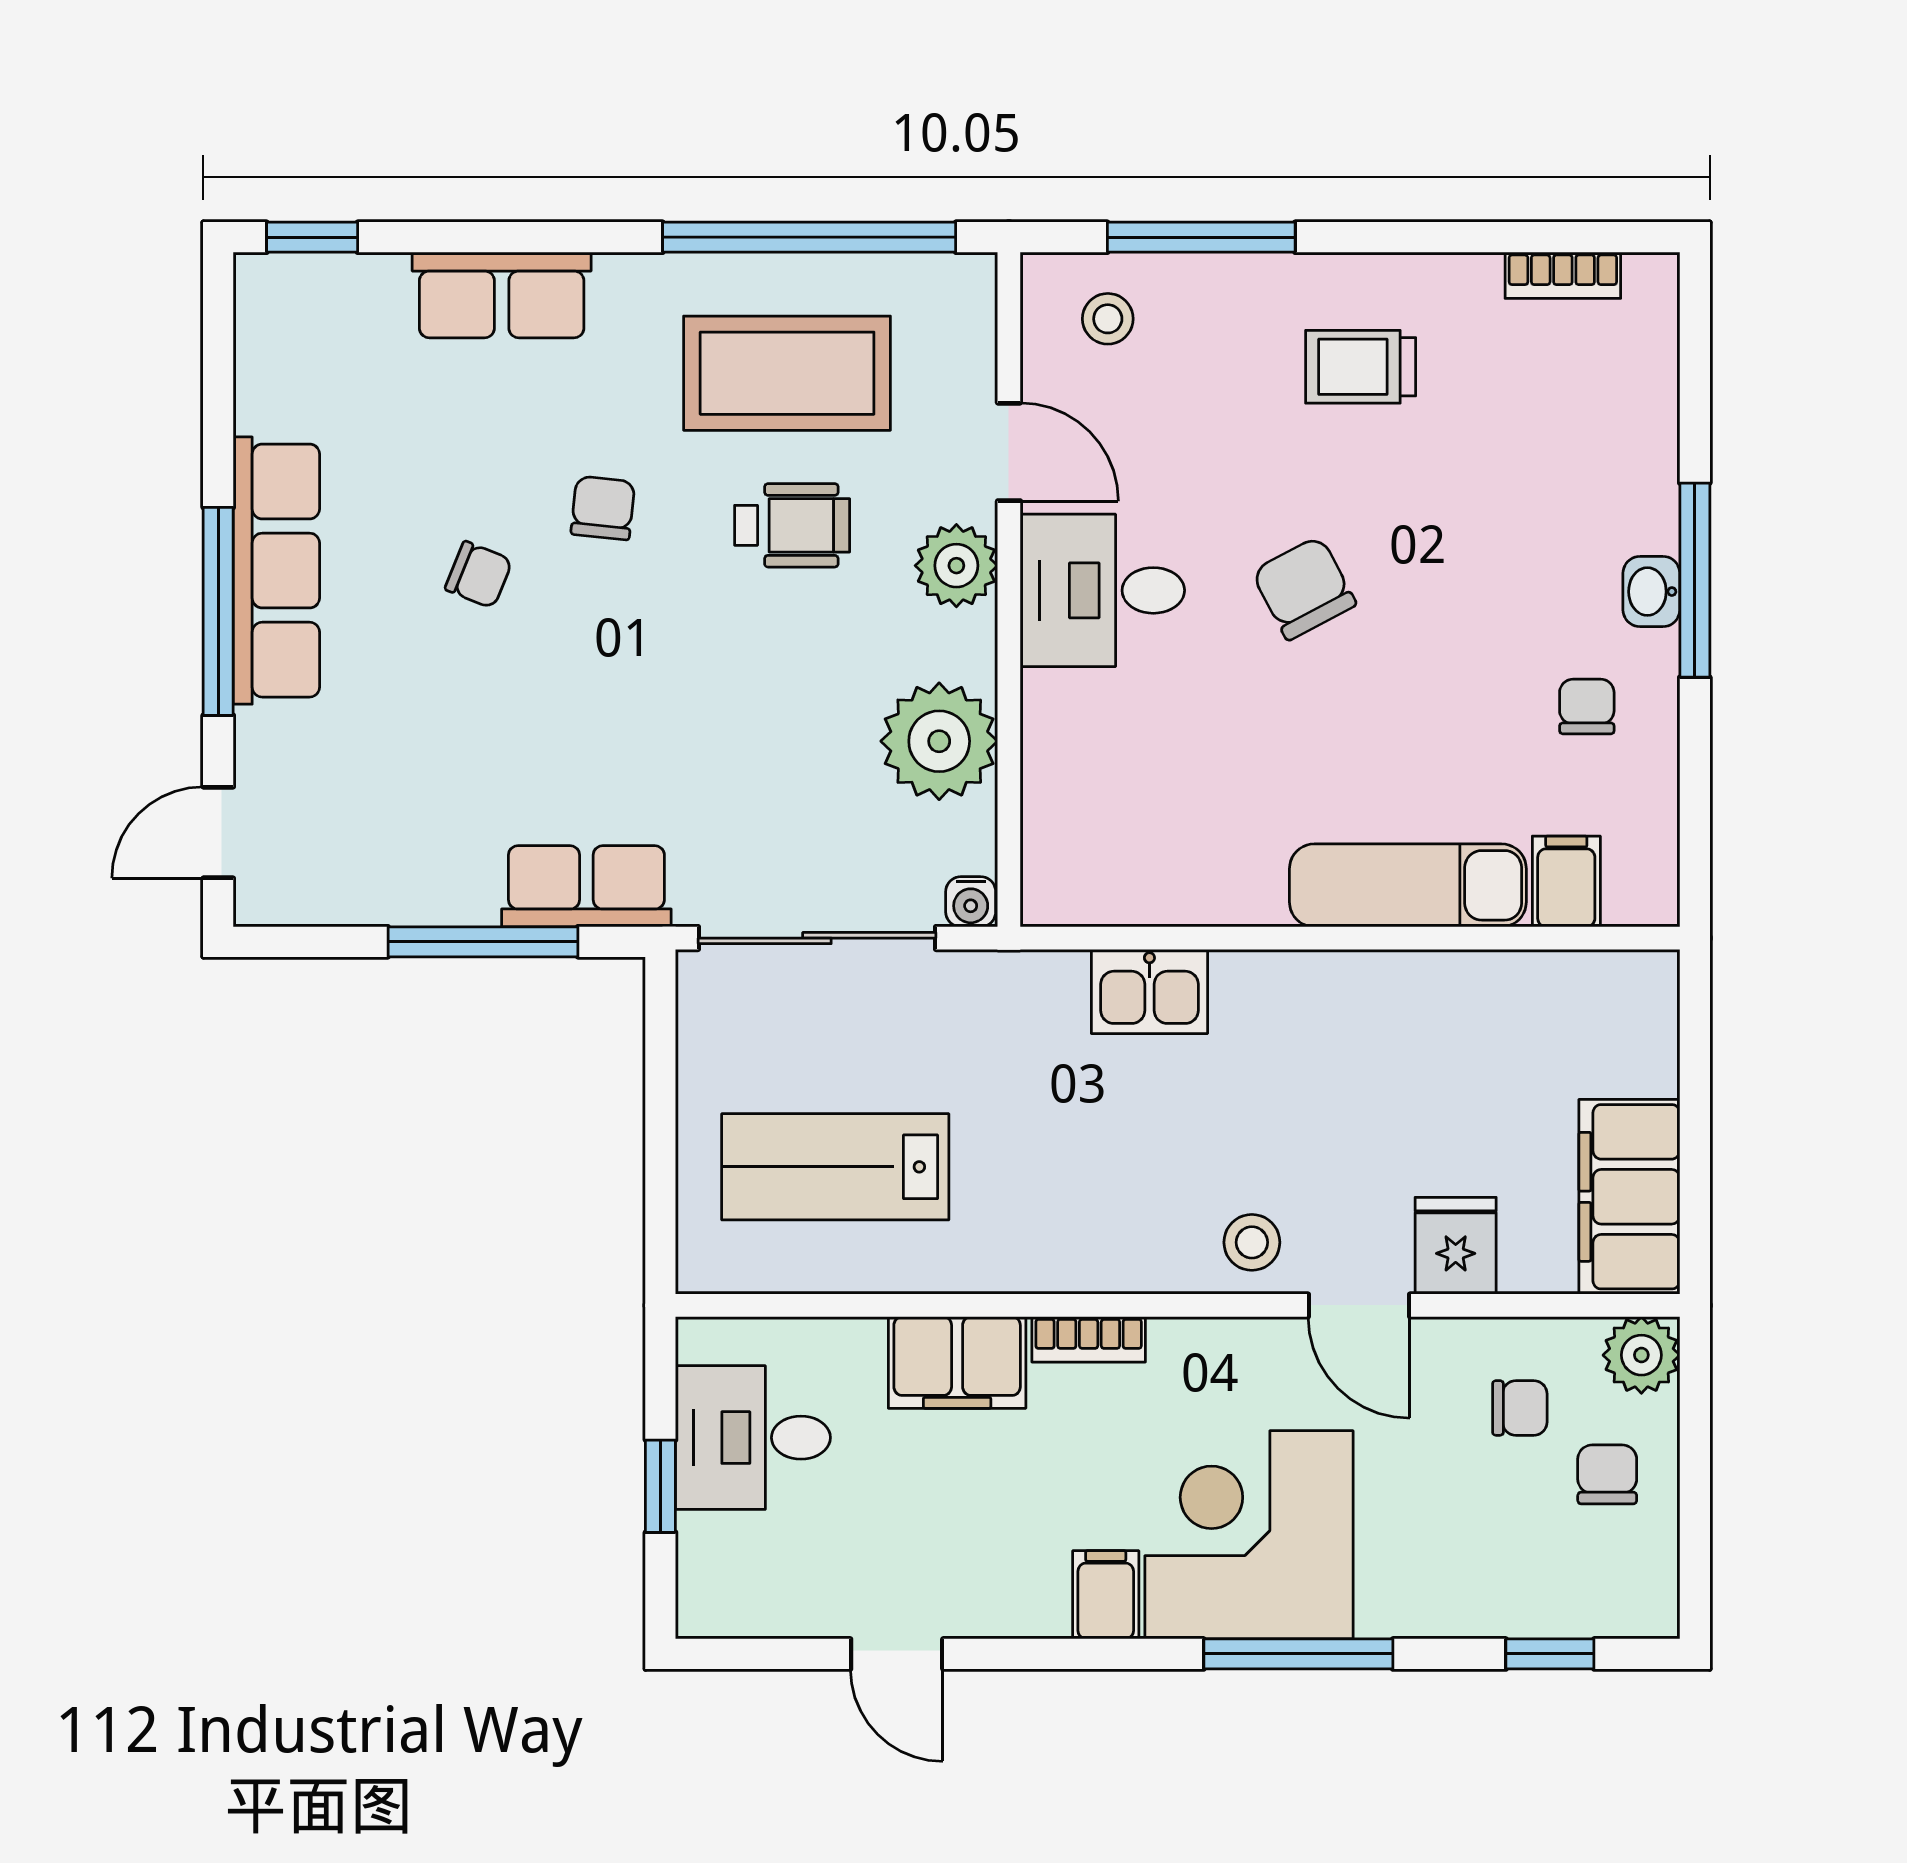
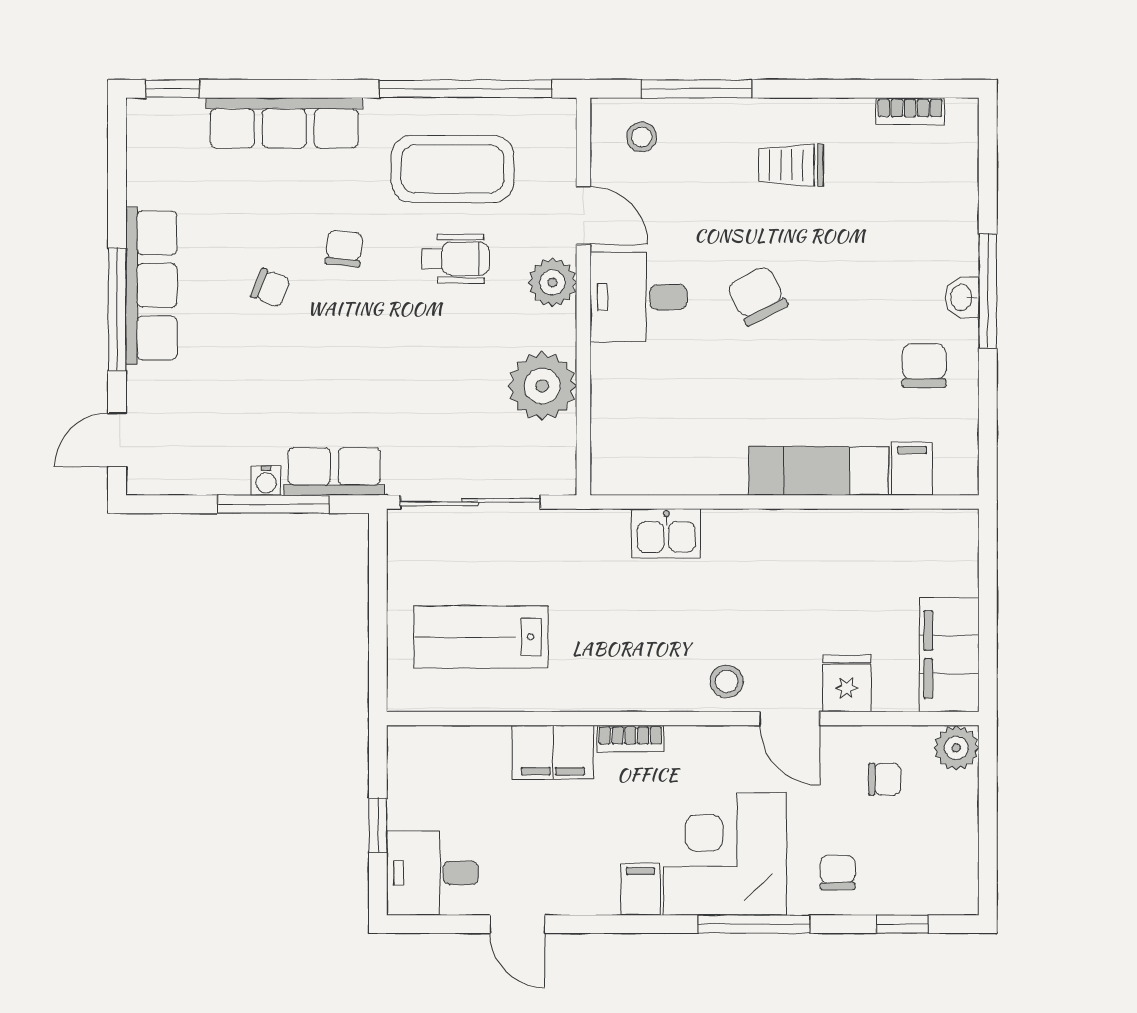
row of seats: (502, 295) -> (284, 123), width x1.48
chair: (1587, 707) -> (924, 365), width x1.37, depth x1.37
water cooler: (971, 902) -> (266, 481), moved
desk: (753, 1438) -> (432, 873), moved
chair: (1607, 1474) -> (838, 872), moved

